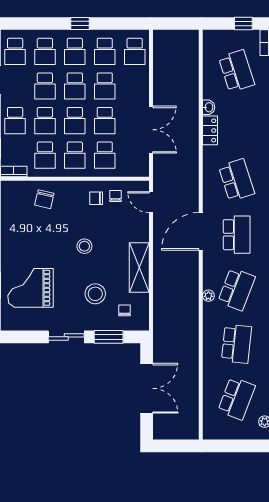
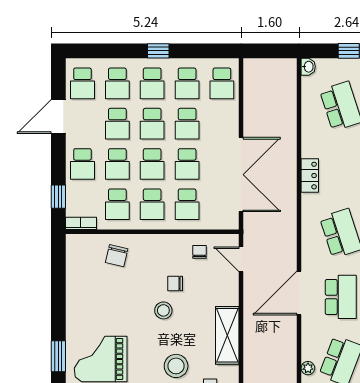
washbasin: (209, 107) -> (308, 67), moved
double door: (151, 130) -> (241, 175), width x1.36
chair: (96, 198) -> (175, 283), moved

